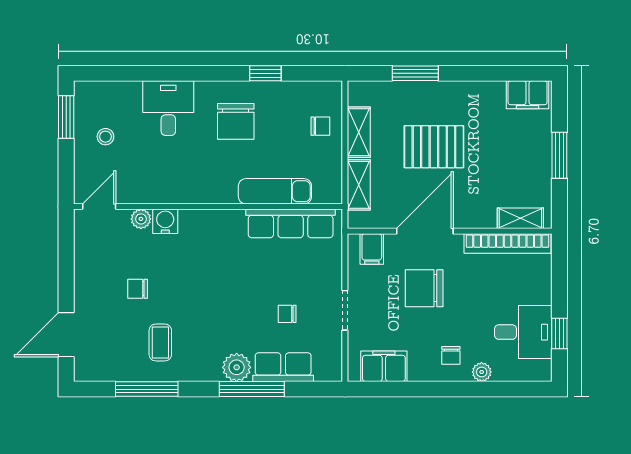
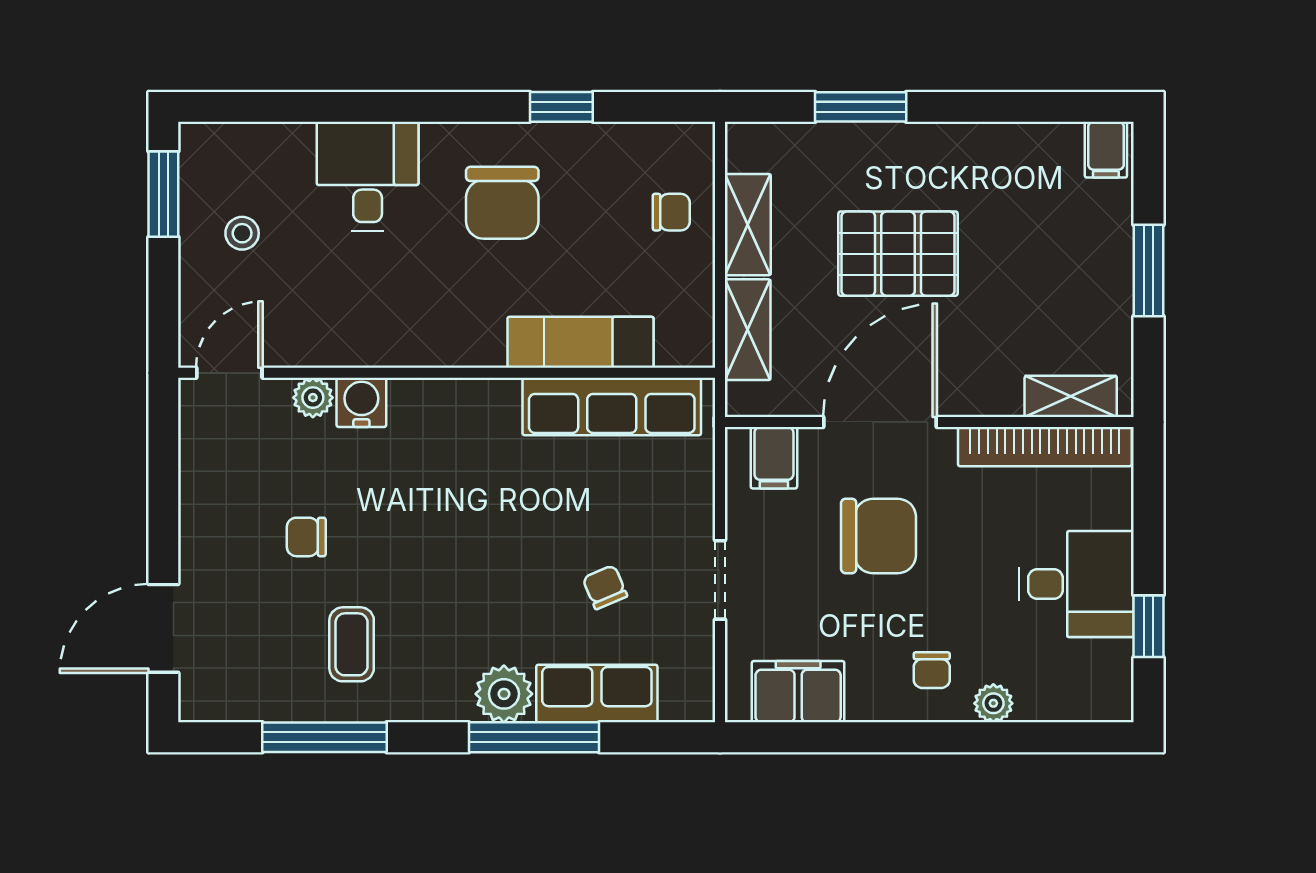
filing cabinet: (528, 95) -> (1106, 150), width x0.50
chair: (424, 288) -> (879, 536), turned 180
chair: (287, 314) -> (605, 587), turned 67
desk: (523, 332) -> (1076, 584), moved

